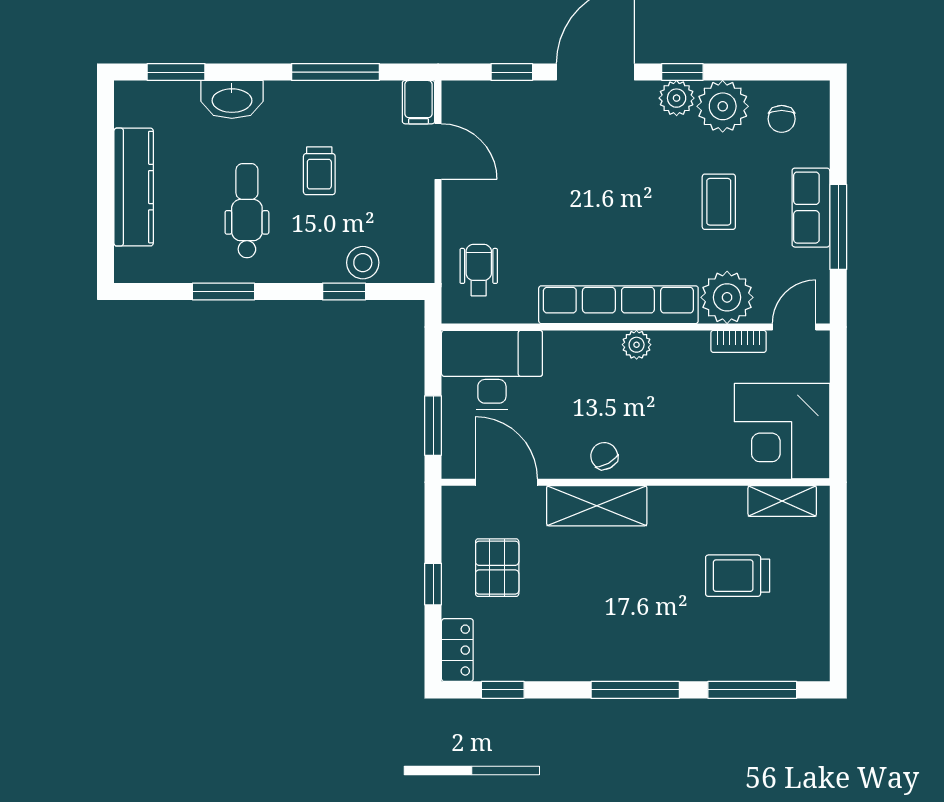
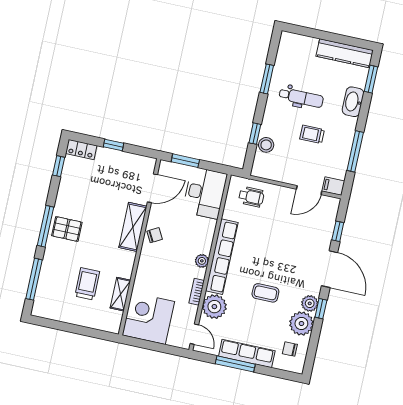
kitchen counter: (134, 187) -> (345, 53), moved
coffee table: (719, 202) -> (265, 293), moved
row of seats: (811, 208) -> (247, 353), width x1.48
bookcase: (739, 341) -> (197, 292), moved
shelving: (782, 501) -> (120, 294), moved
pallet: (497, 568) -> (67, 229), moved

